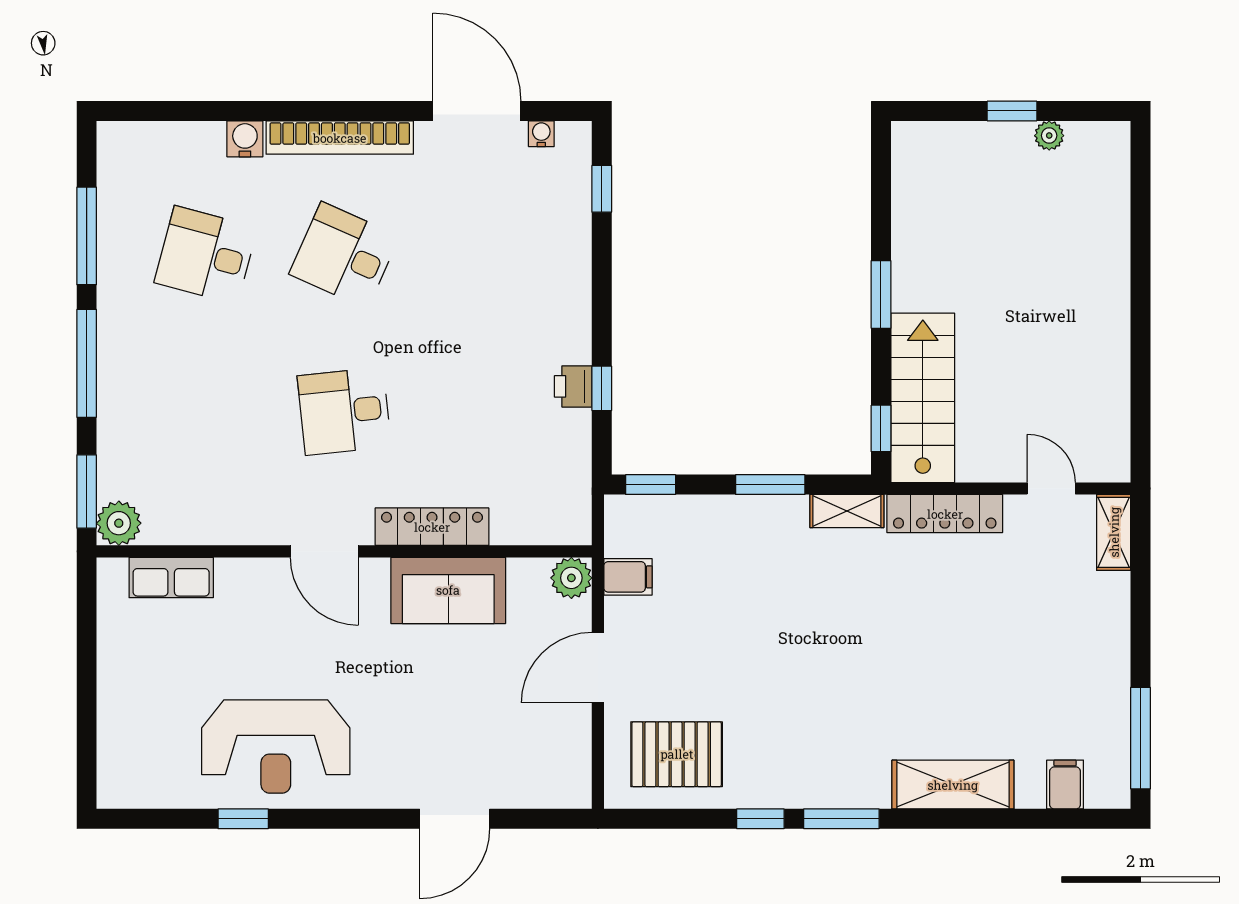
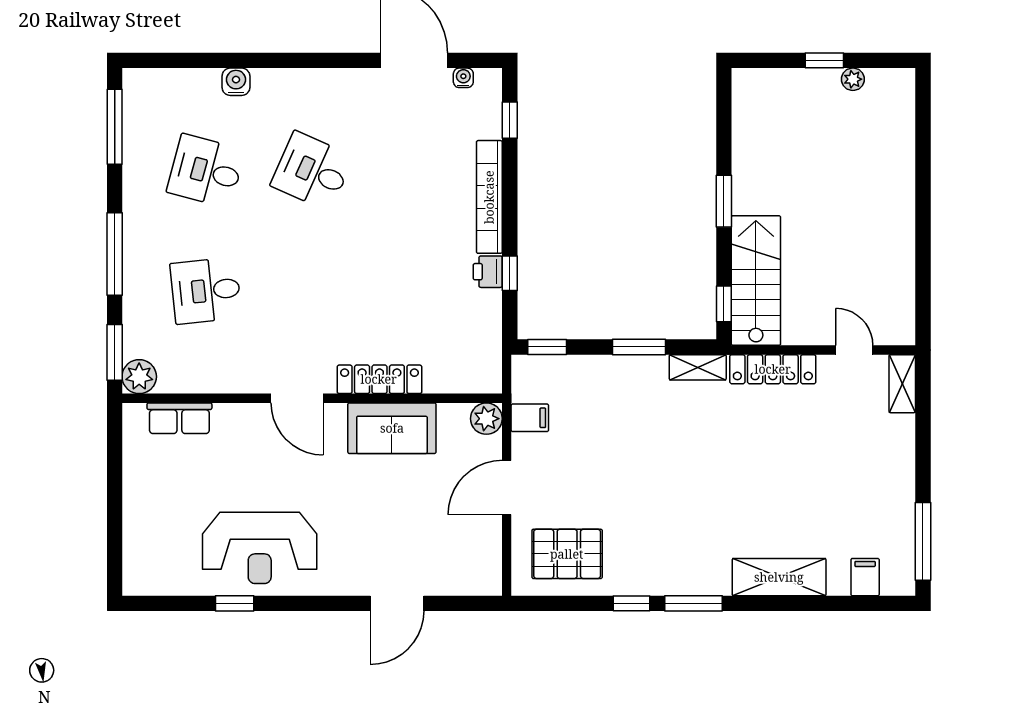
bookcase: (340, 138) -> (489, 197), moved, turned 90
window: (87, 236) -> (115, 127), moved
desk: (344, 411) -> (206, 291), moved

